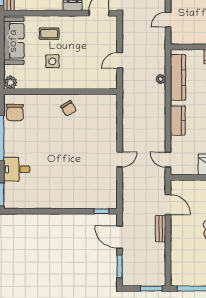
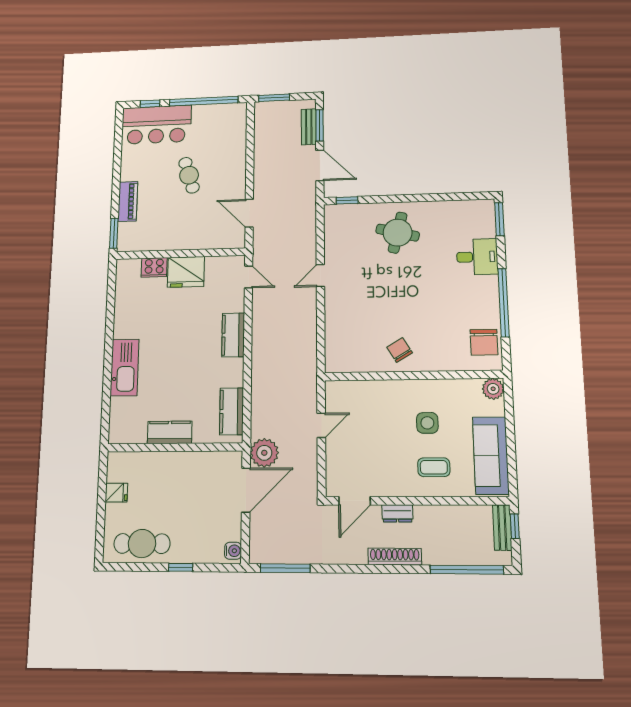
door: (168, 20) -> (246, 490), width x1.87
kitchen counter: (178, 78) -> (232, 411), width x0.67
plant: (161, 79) -> (264, 453), moved, width x1.87, depth x1.87
chair: (15, 112) -> (484, 342), turned 180
round table: (68, 188) -> (398, 233), added
bench: (160, 229) -> (309, 127), moved

